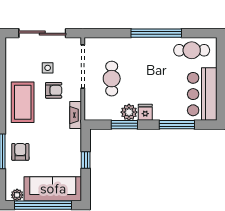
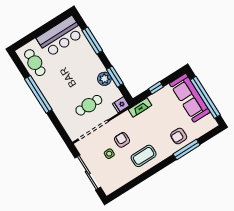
coffee table: (23, 102) -> (144, 156), width x0.73, depth x0.76
fridge: (145, 112) -> (121, 105), moved
fireplace: (76, 115) -> (140, 107), moved
plant: (17, 195) -> (210, 120), removed

